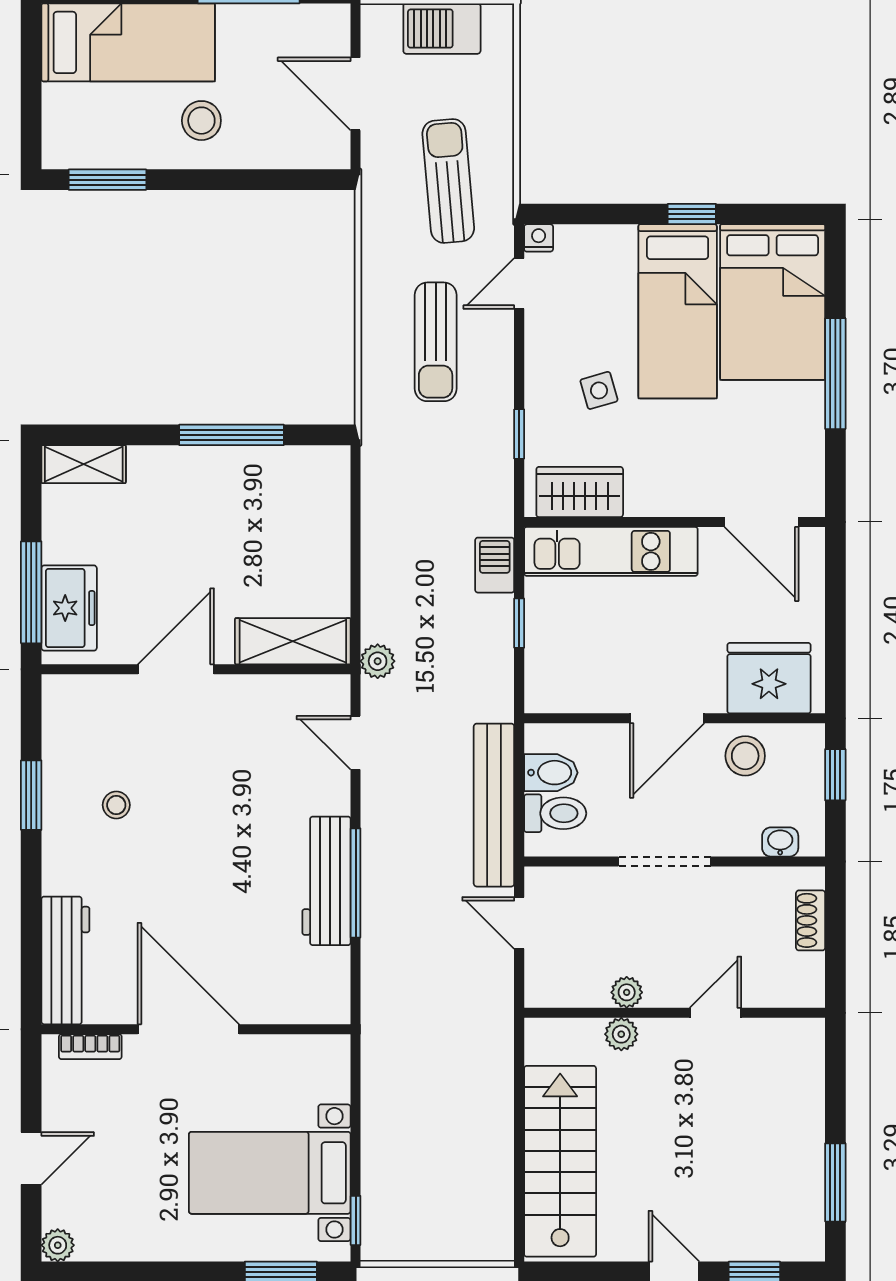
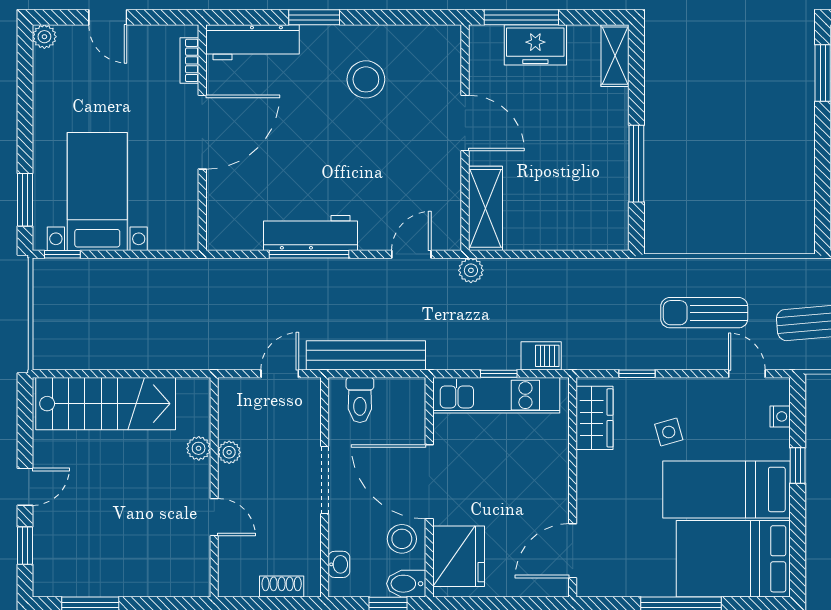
window: (692, 214) -> (798, 466), moved
nightstand: (539, 238) -> (780, 416), moved
kitchen unit: (611, 551) -> (496, 395), moved, turned -90
freezer: (69, 608) -> (535, 45), moved
door: (667, 718) -> (429, 482), width x1.36
bidet: (551, 773) -> (406, 584), moved, turned 90
window: (31, 795) -> (314, 17), moved
stool: (116, 805) -> (366, 79), width x1.89, depth x1.89

